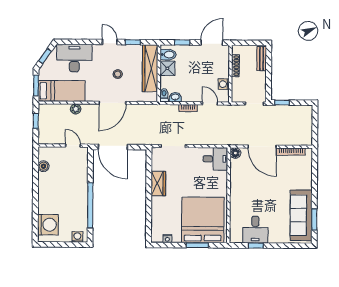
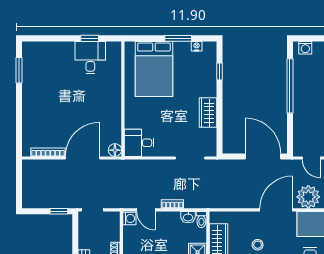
washing machine: (224, 84) -> (129, 218), moved
door: (112, 103) -> (276, 210), moved
plant: (76, 109) -> (308, 197), width x1.88, depth x1.88
door: (262, 147) -> (83, 158), hinge flipped
sofa: (301, 215) -> (35, 75), removed
window: (149, 218) -> (219, 71), added
bed: (203, 220) -> (154, 69), width x0.73
window: (197, 245) -> (178, 38), moved

